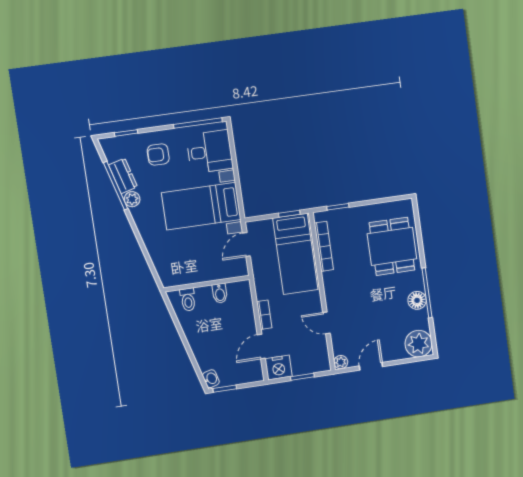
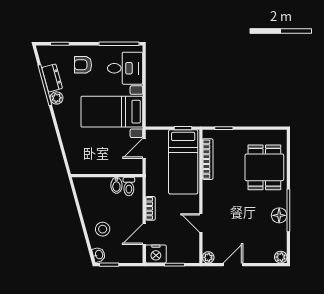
toilet: (188, 300) -> (129, 186), moved
plant: (419, 344) -> (281, 257), width x0.53, depth x0.53
stool: (211, 348) -> (103, 229), added

